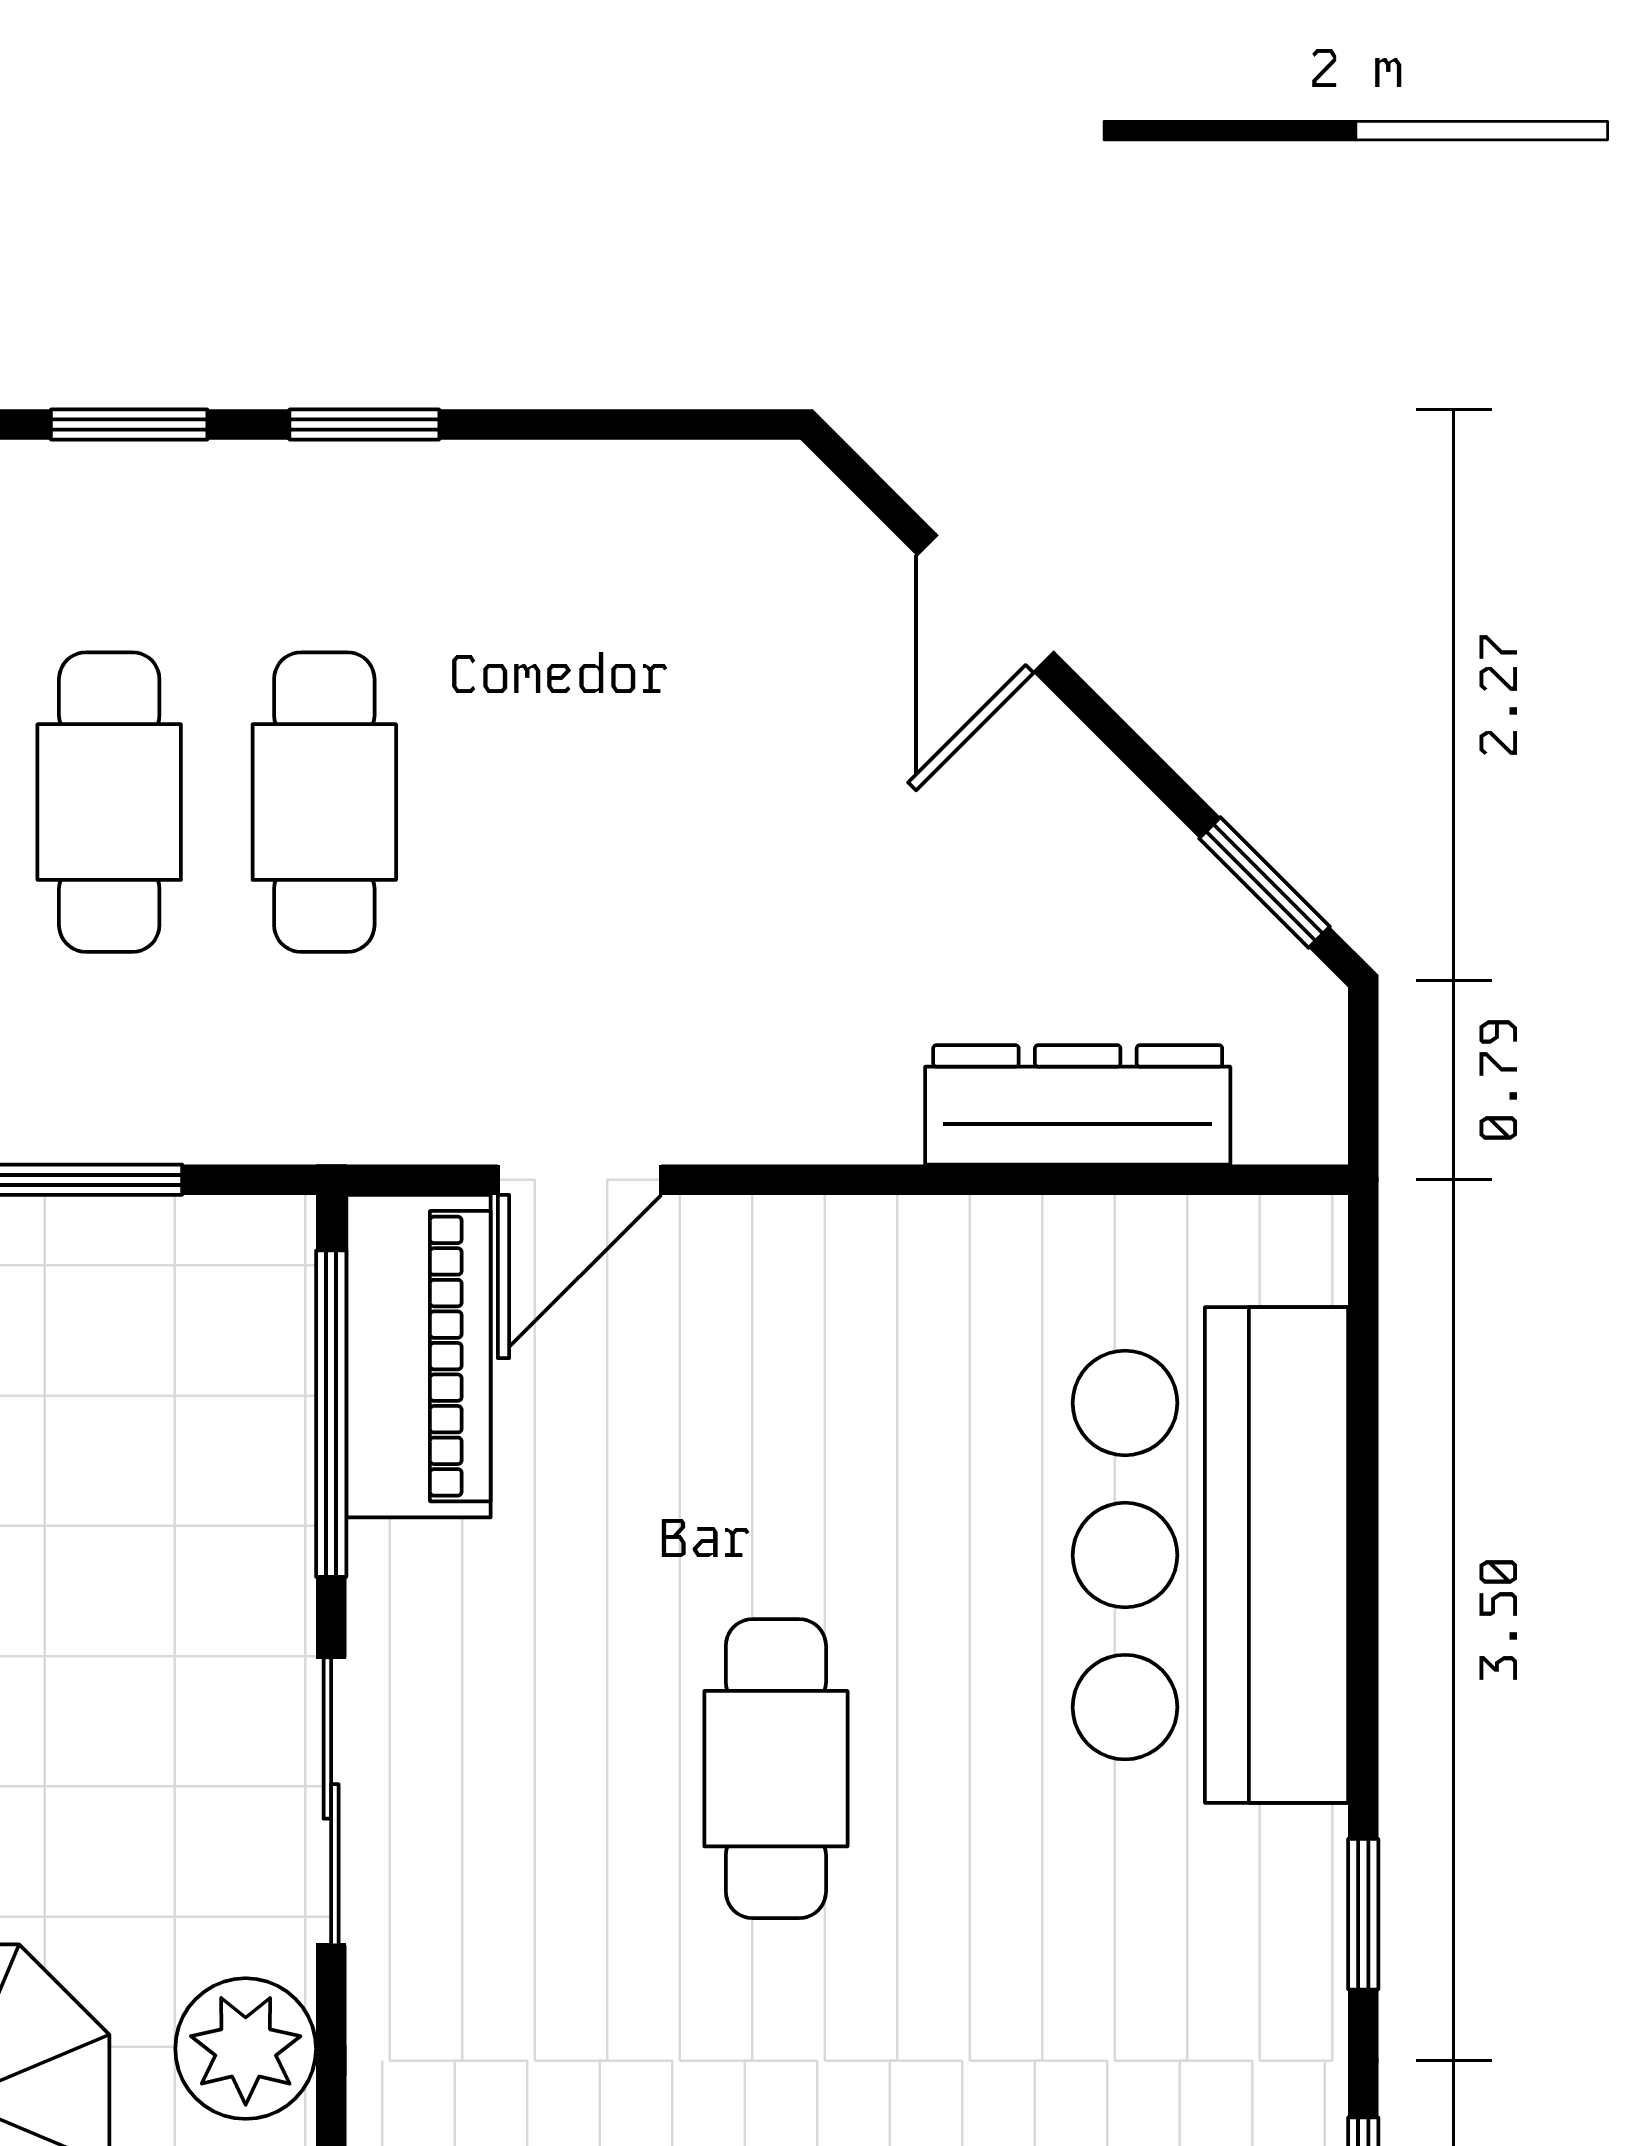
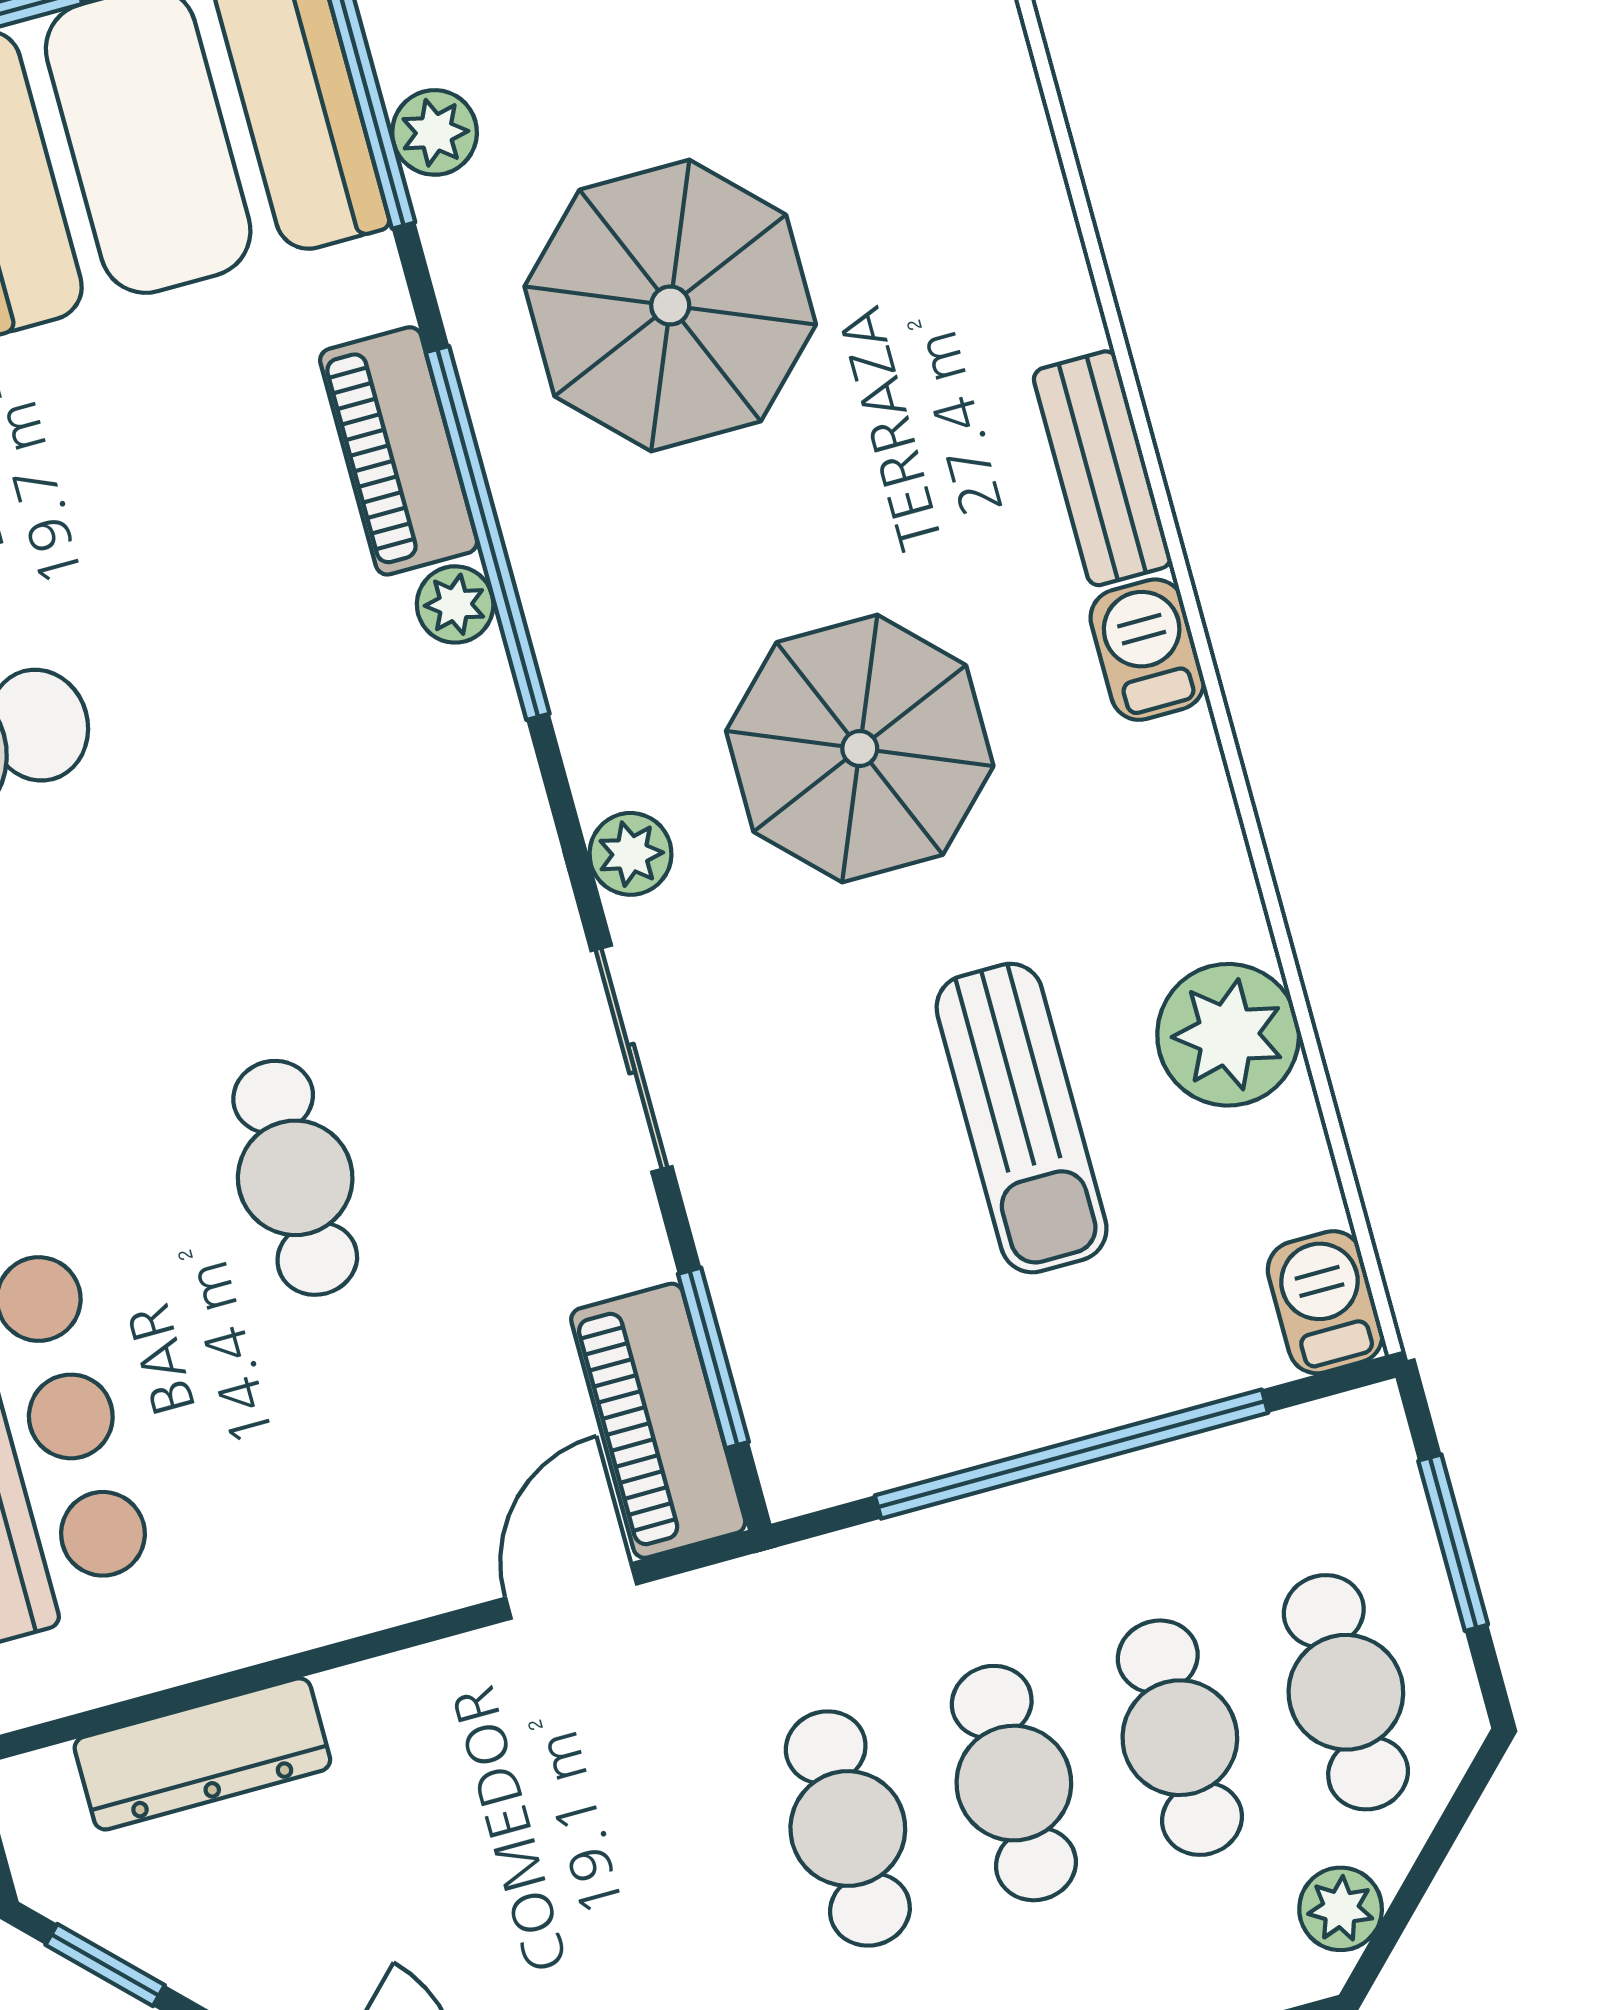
window: (331, 1414) -> (713, 1358), width x0.69
plant: (246, 2049) -> (631, 854), width x0.73, depth x0.73

